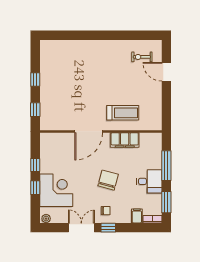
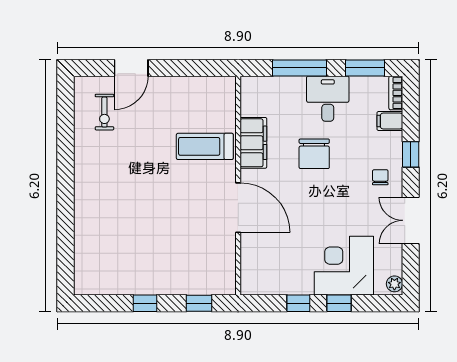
treadmill: (123, 113) -> (205, 146), turned -90
chair: (108, 180) -> (314, 154), moved, turned -105
window: (108, 228) -> (411, 154), moved

